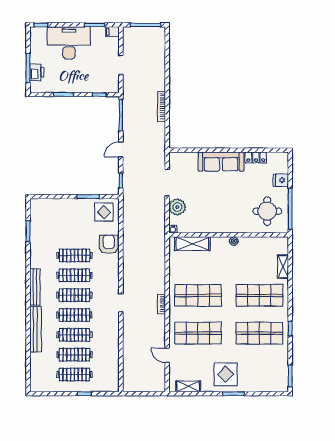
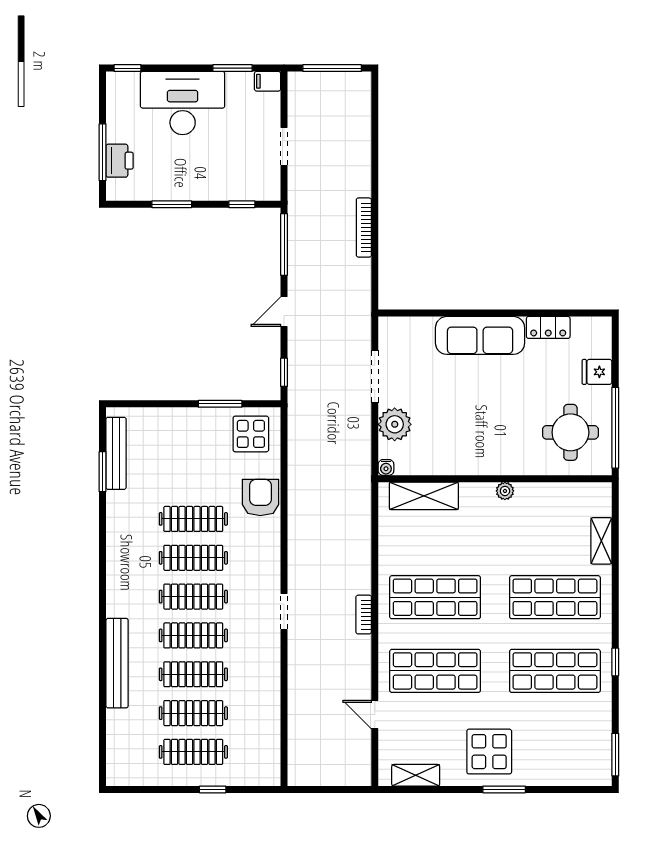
bench: (35, 287) -> (116, 453), moved

